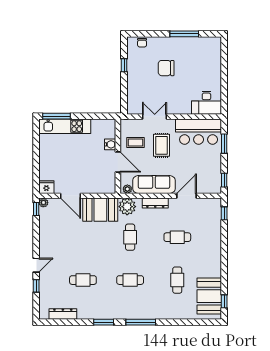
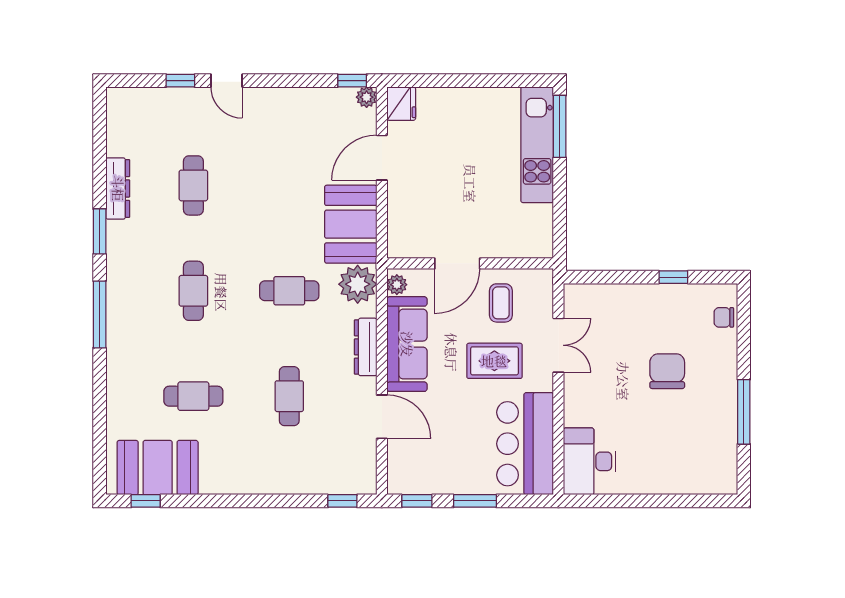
water cooler: (110, 144) -> (497, 246), removed
window: (224, 144) -> (475, 501), moved
dresser: (63, 314) -> (118, 188), moved

